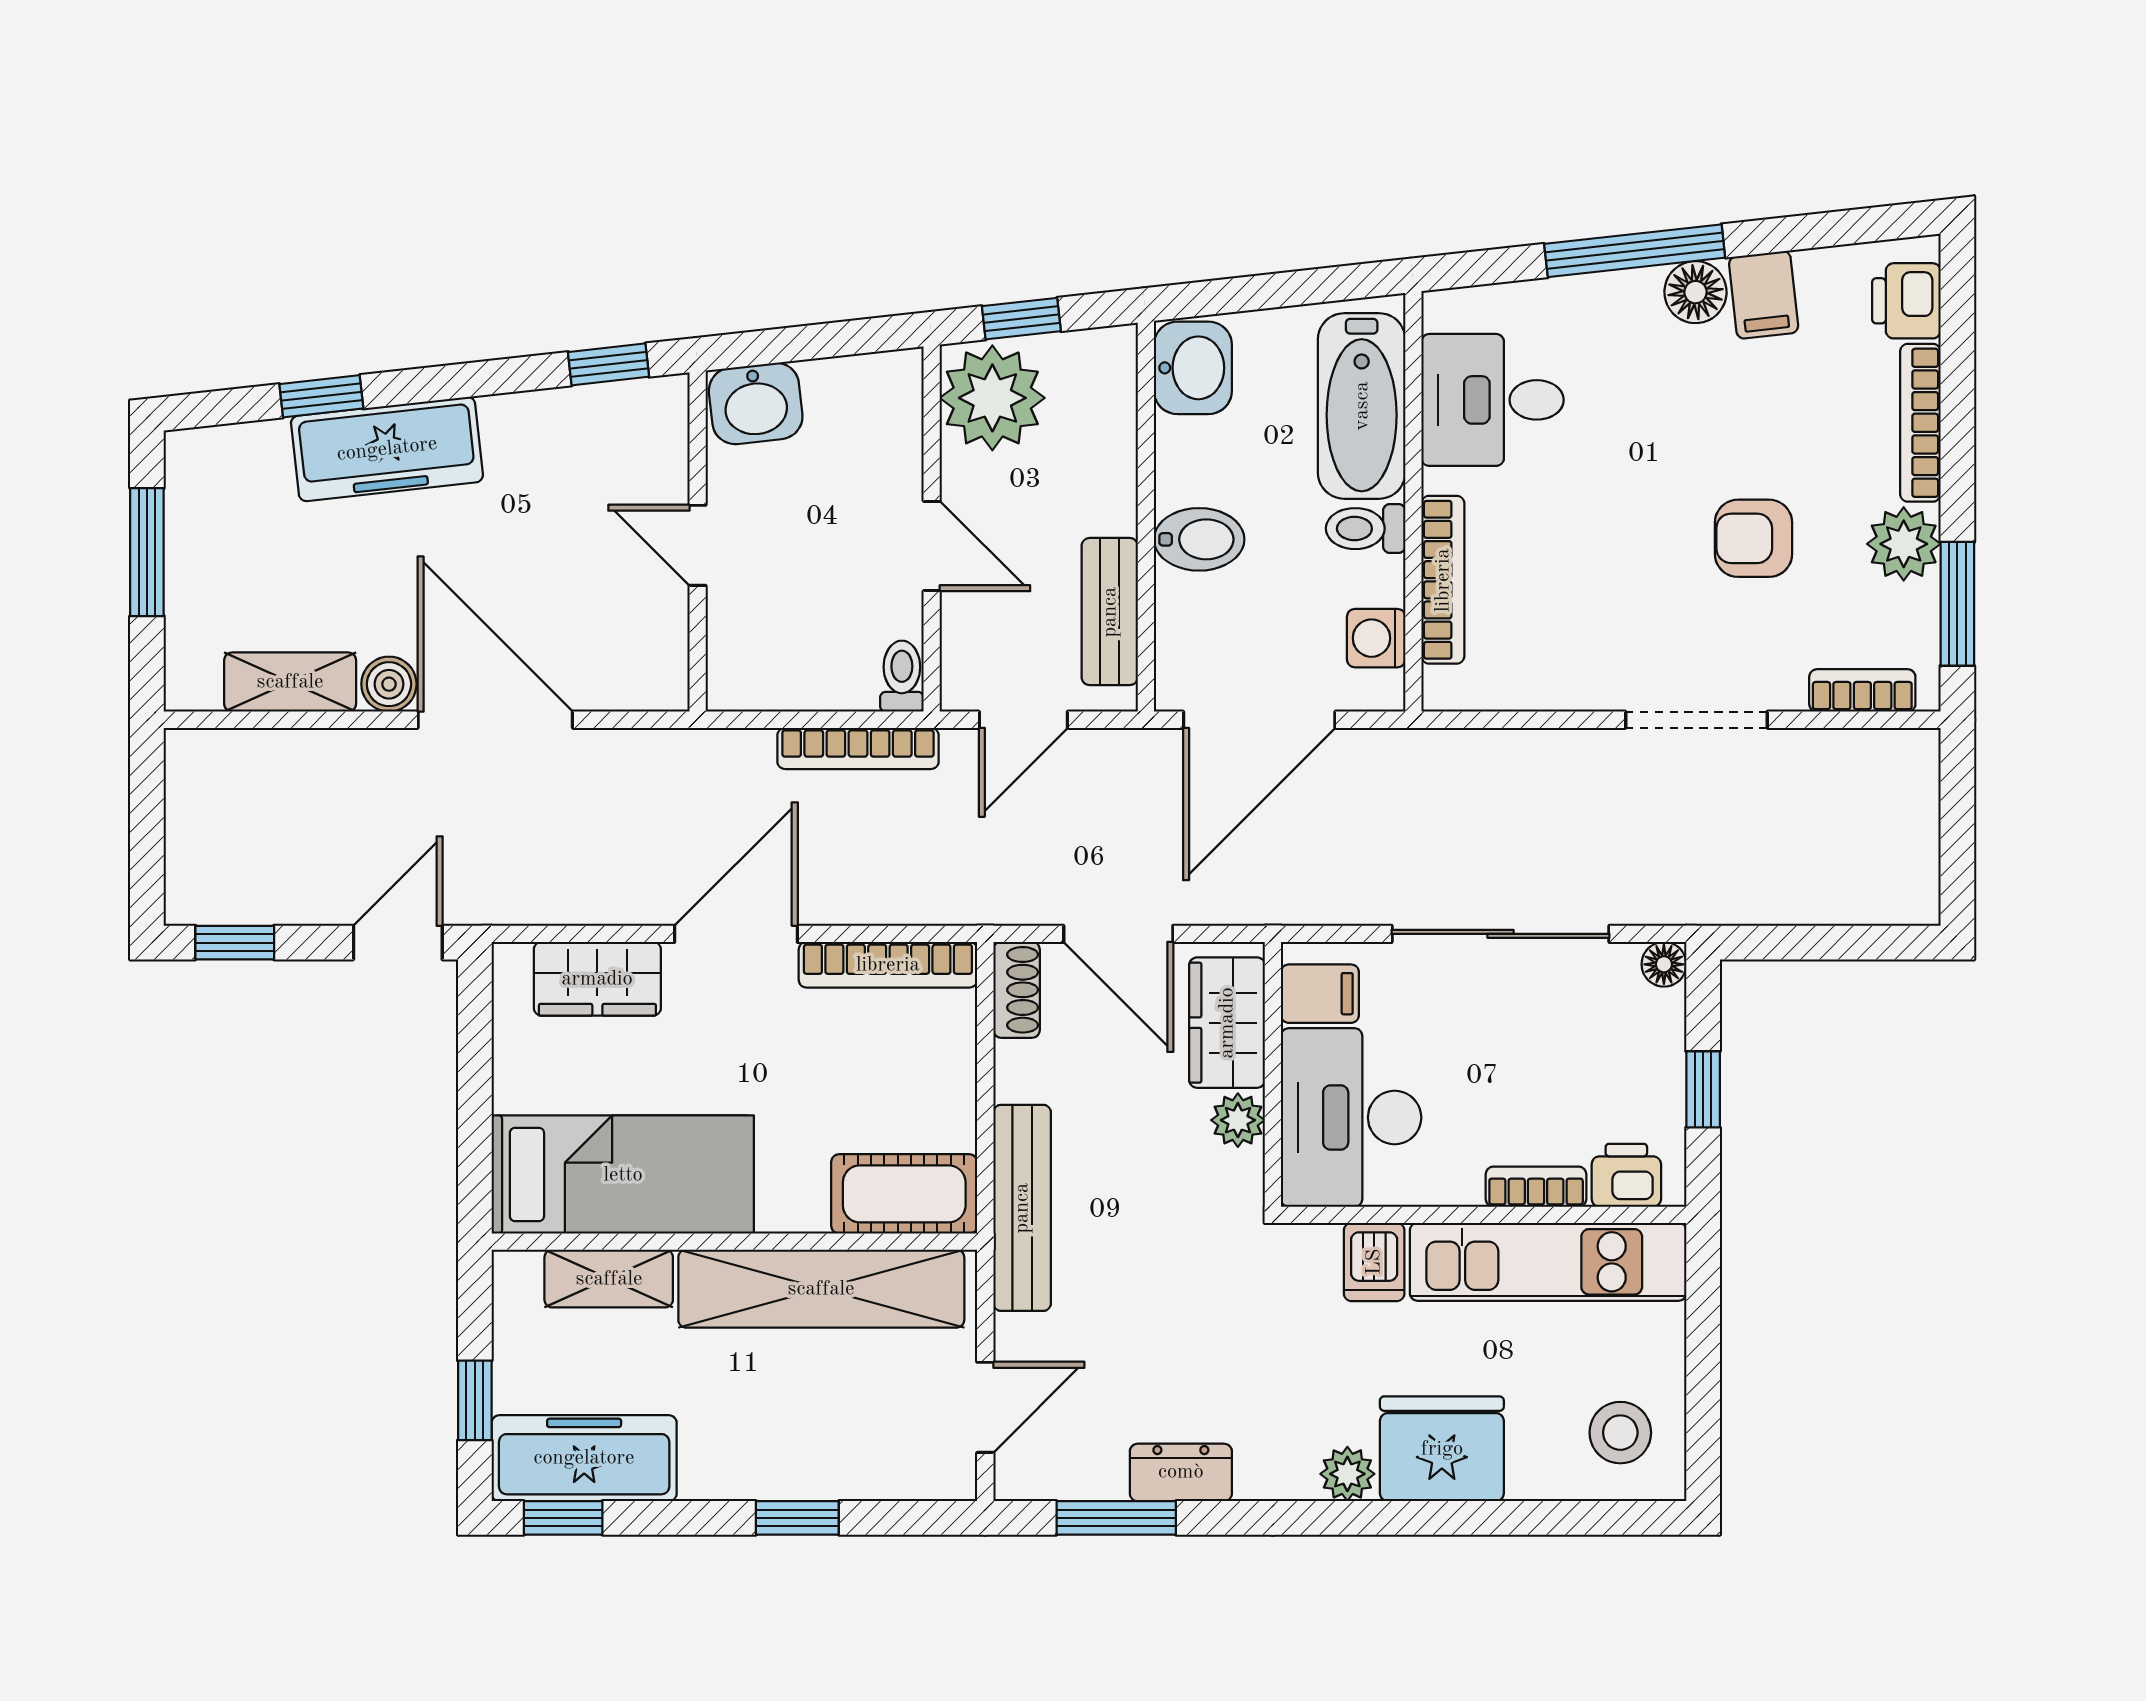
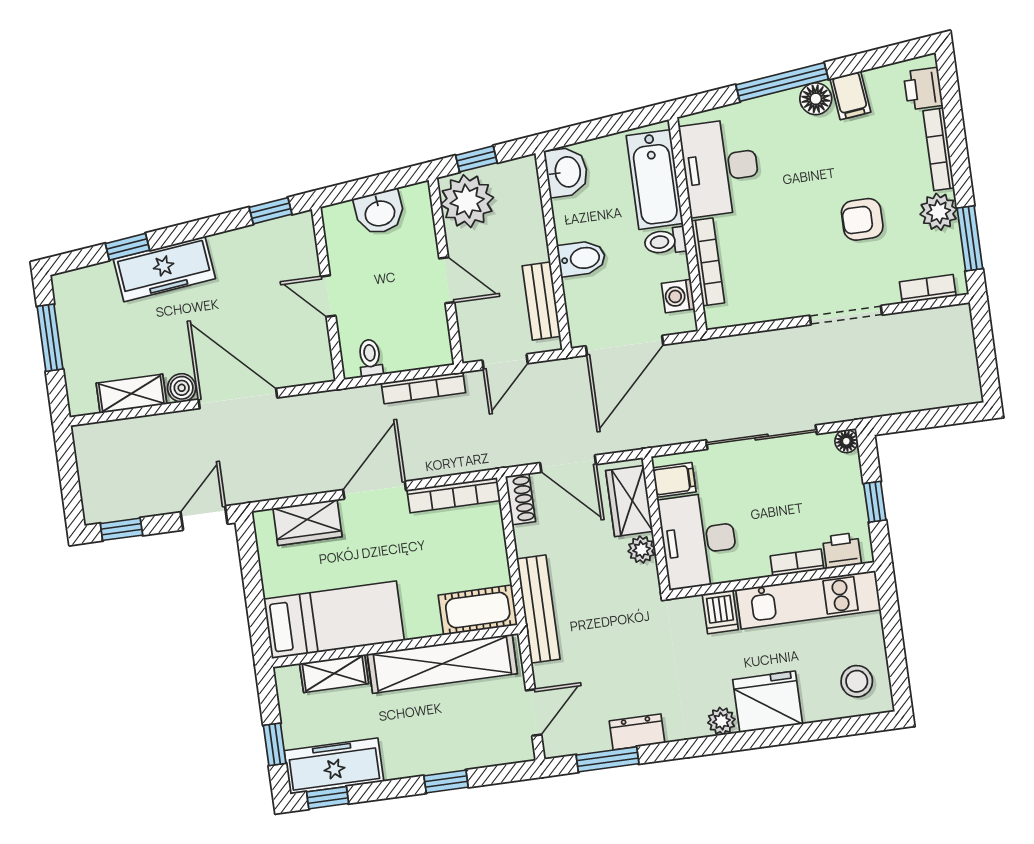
desk: (1493, 400) -> (720, 167), width x1.37
washbasin: (756, 403) -> (380, 212), moved
toilet: (902, 676) -> (370, 358), moved

